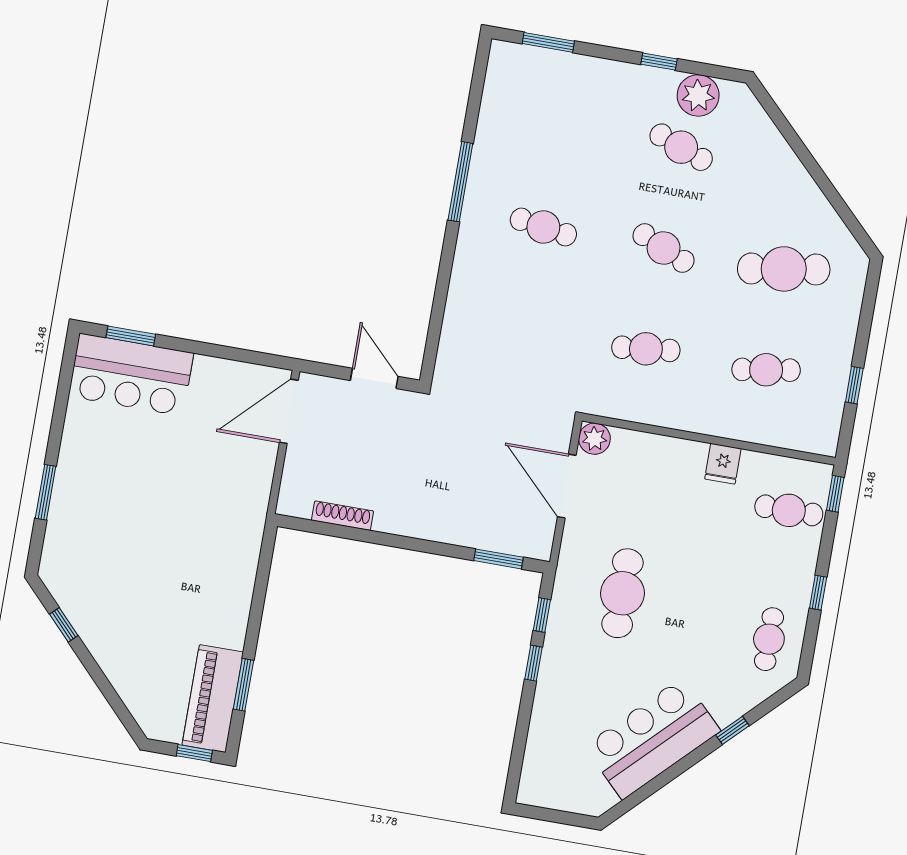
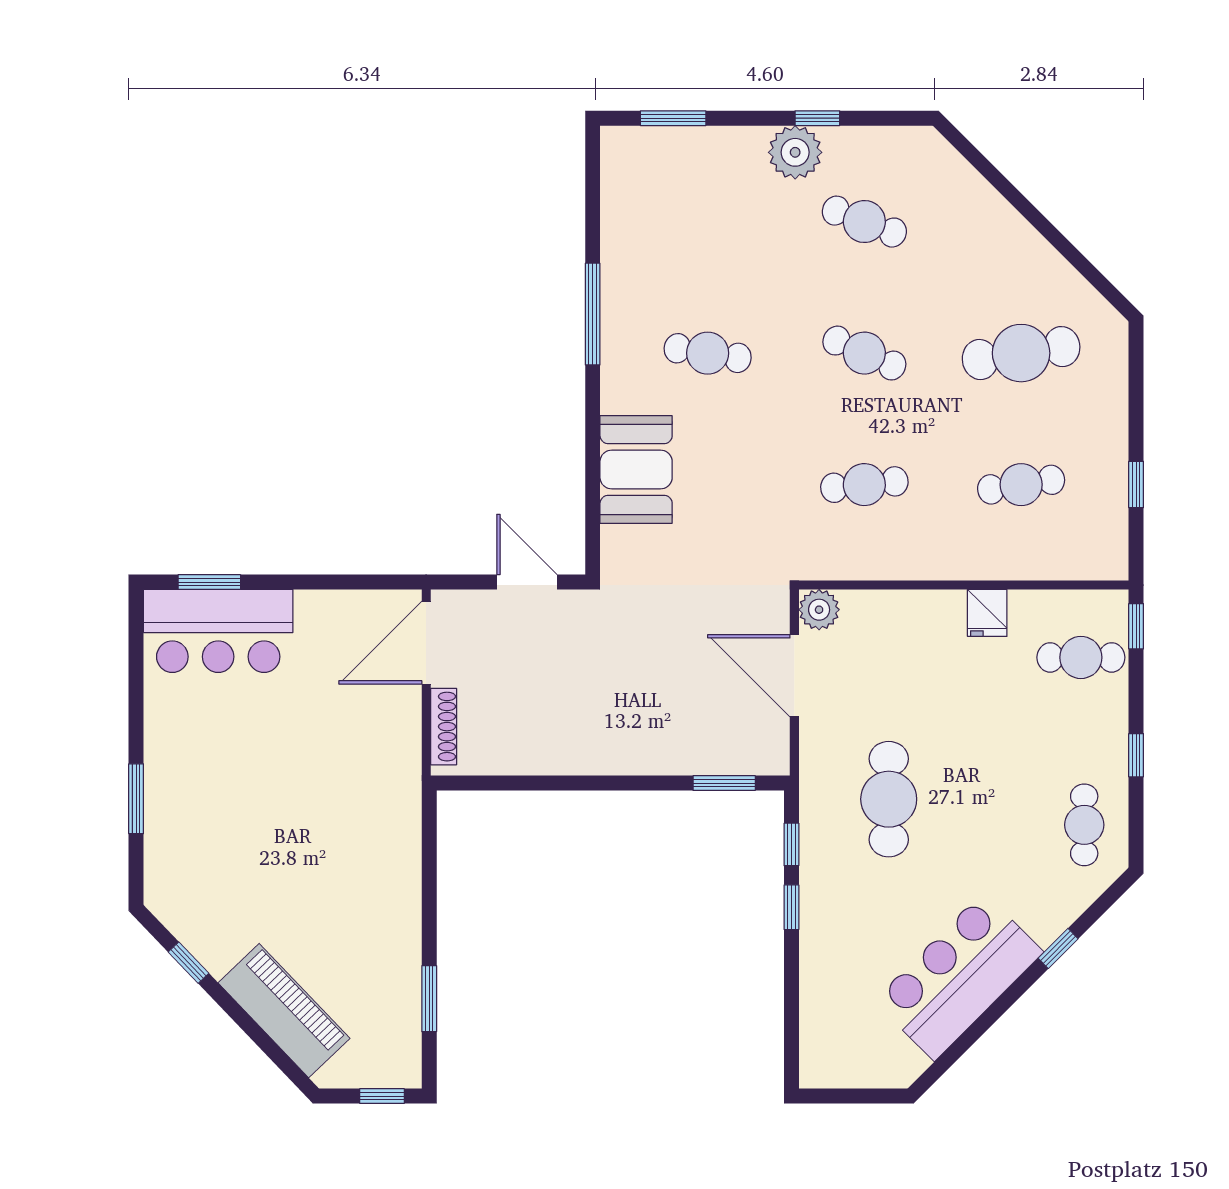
plant: (698, 95) -> (795, 152), moved
booth: (473, 307) -> (636, 469), added
shoe rack: (342, 516) -> (444, 727), moved, turned 90
piano: (213, 699) -> (284, 1011), moved, turned 136

